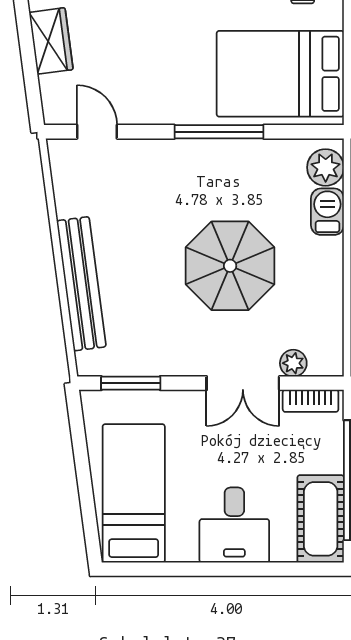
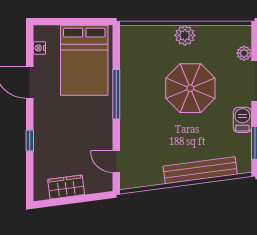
door: (97, 132) -> (116, 162), hinge flipped
plant: (326, 167) -> (185, 35), moved
barbecue: (327, 212) -> (242, 120), moved, turned 90

